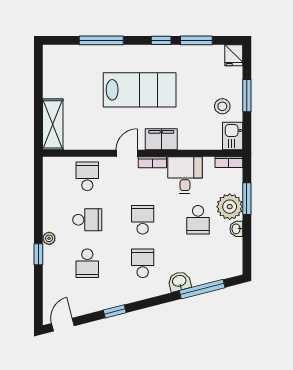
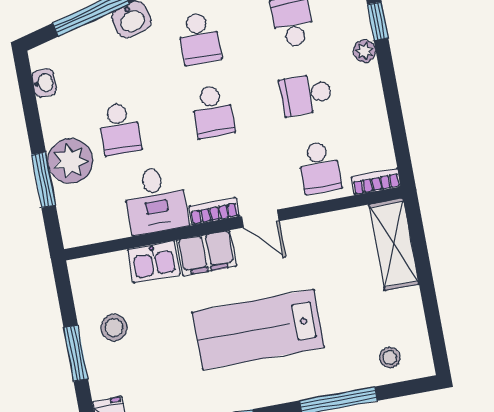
stool: (67, 60) -> (390, 357), added
kitchen sink: (233, 136) -> (154, 262), moved, turned 90
door: (127, 153) -> (260, 219), hinge flipped
bookcase: (229, 162) -> (376, 182), moved
school desk: (198, 220) -> (119, 129), turned 180
washbasin: (236, 229) -> (44, 83), moved

